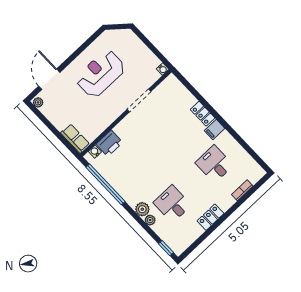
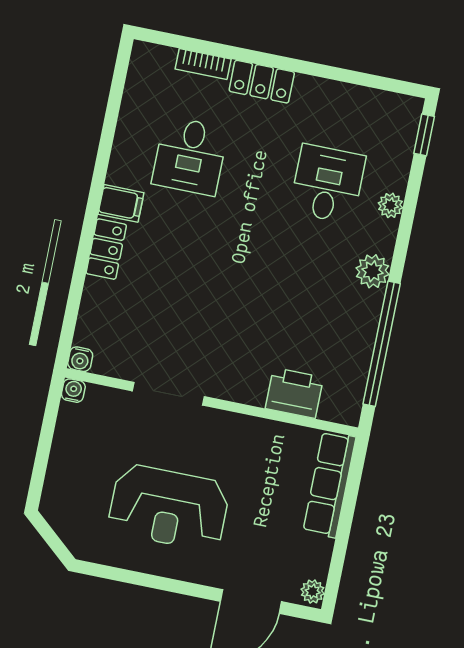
row of seats: (75, 138) -> (329, 484), width x1.48
water cooler: (95, 152) -> (80, 359), moved
desk: (172, 204) -> (328, 184), turned 180
plant: (142, 209) -> (373, 271), moved
locker: (210, 217) -> (262, 82), moved

